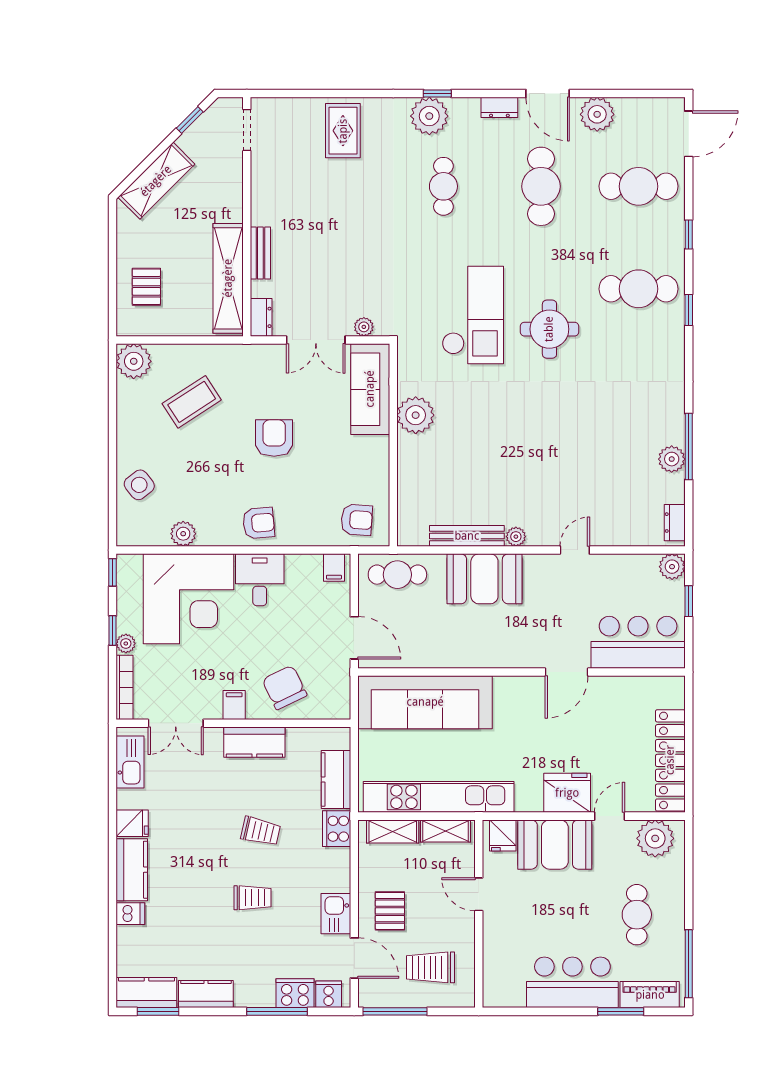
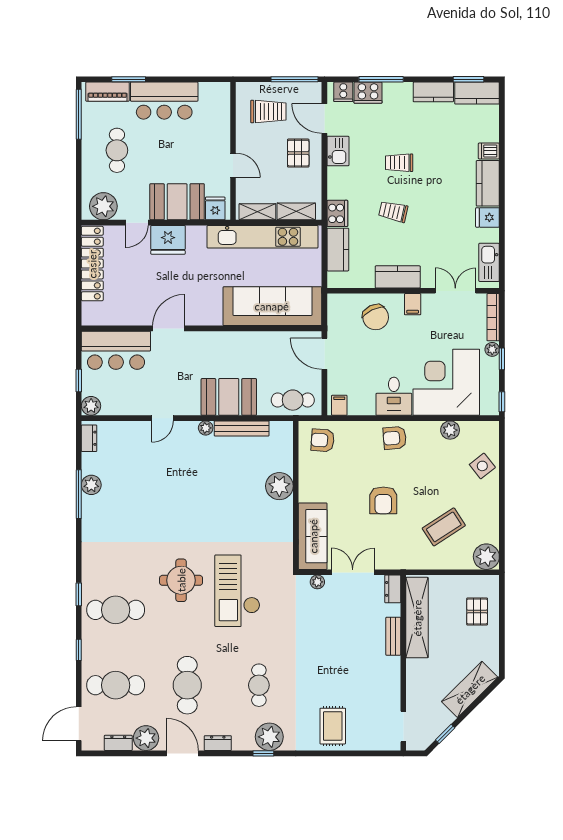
dresser: (635, 108) -> (118, 743), added
plant: (416, 415) -> (279, 486), moved

